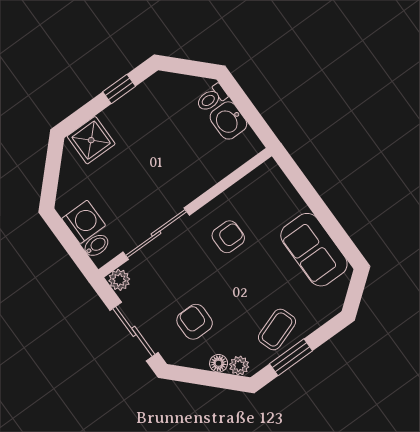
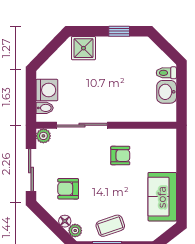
armchair: (195, 322) -> (68, 189), turned -90

